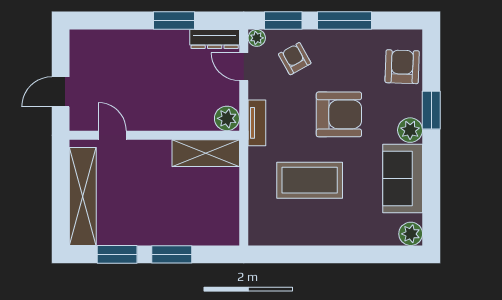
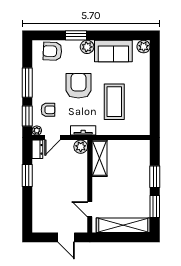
dresser: (215, 39) -> (37, 149), width x0.70
armchair: (295, 59) -> (48, 110), turned -151
door: (112, 135) -> (90, 209), hinge flipped

